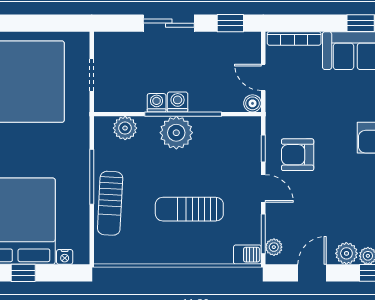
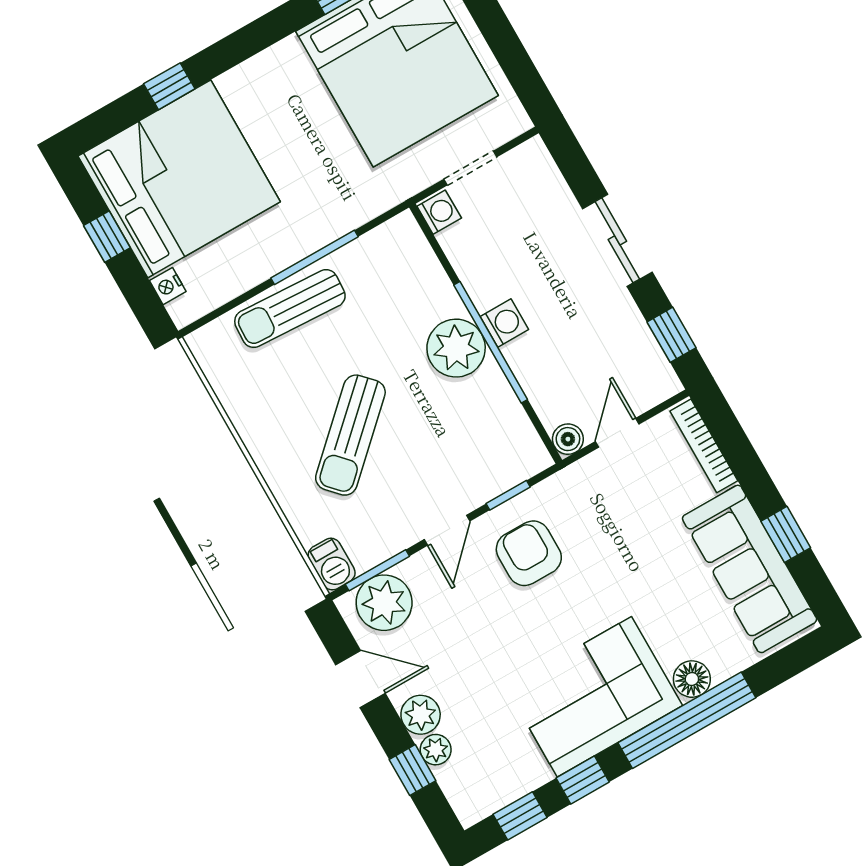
washing machine: (157, 103) -> (439, 212), moved
plant: (125, 128) -> (418, 265), removed
sun lounger: (189, 209) -> (350, 435), turned -133
plant: (274, 247) -> (384, 603), width x1.88, depth x1.88

